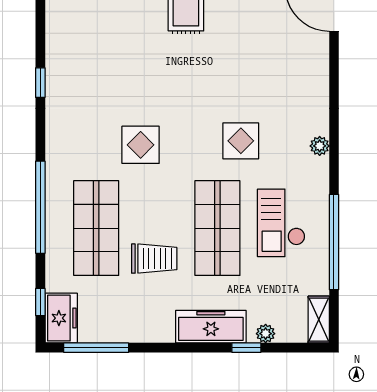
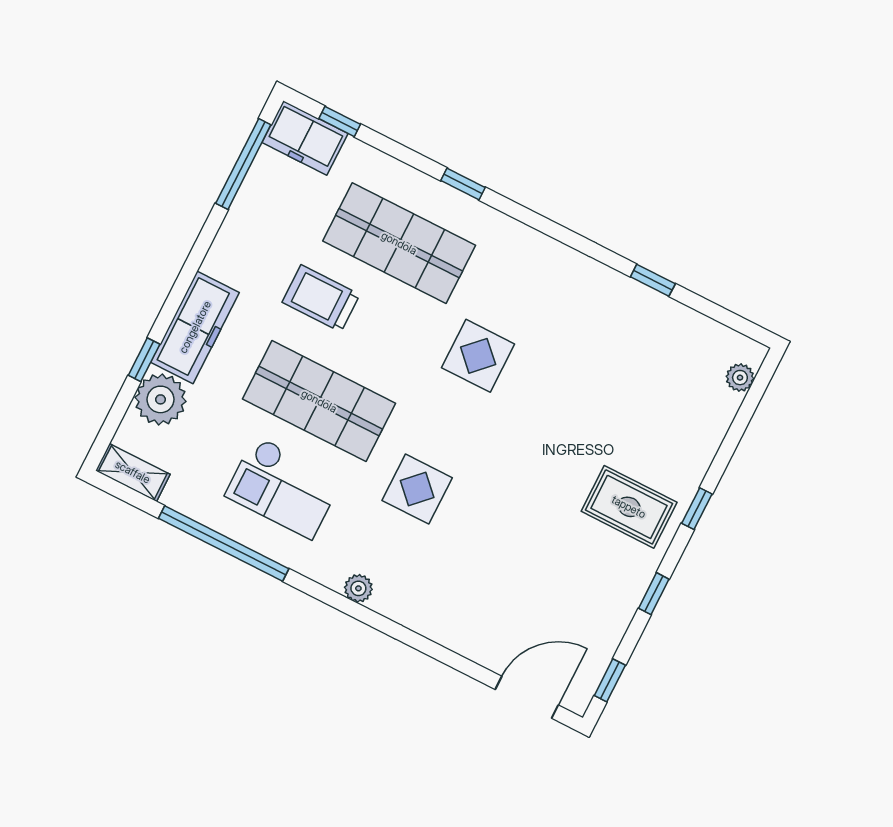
window: (40, 83) -> (653, 280), moved
window: (40, 207) -> (463, 184), width x0.32
checkout: (281, 223) -> (284, 487), turned 180
trolley: (154, 259) -> (321, 298), turned 90
plant: (266, 334) -> (161, 399), width x1.88, depth x1.88

